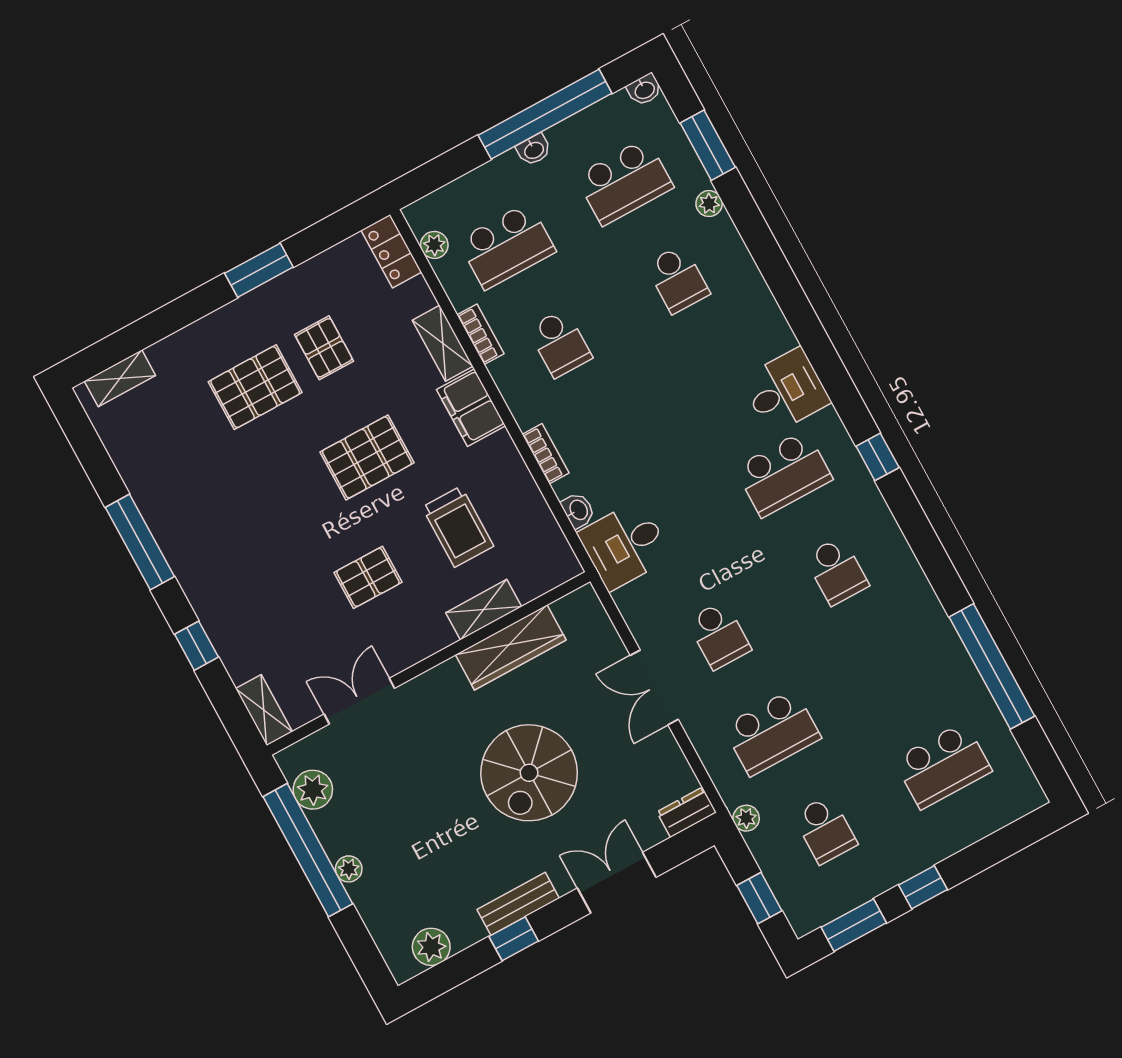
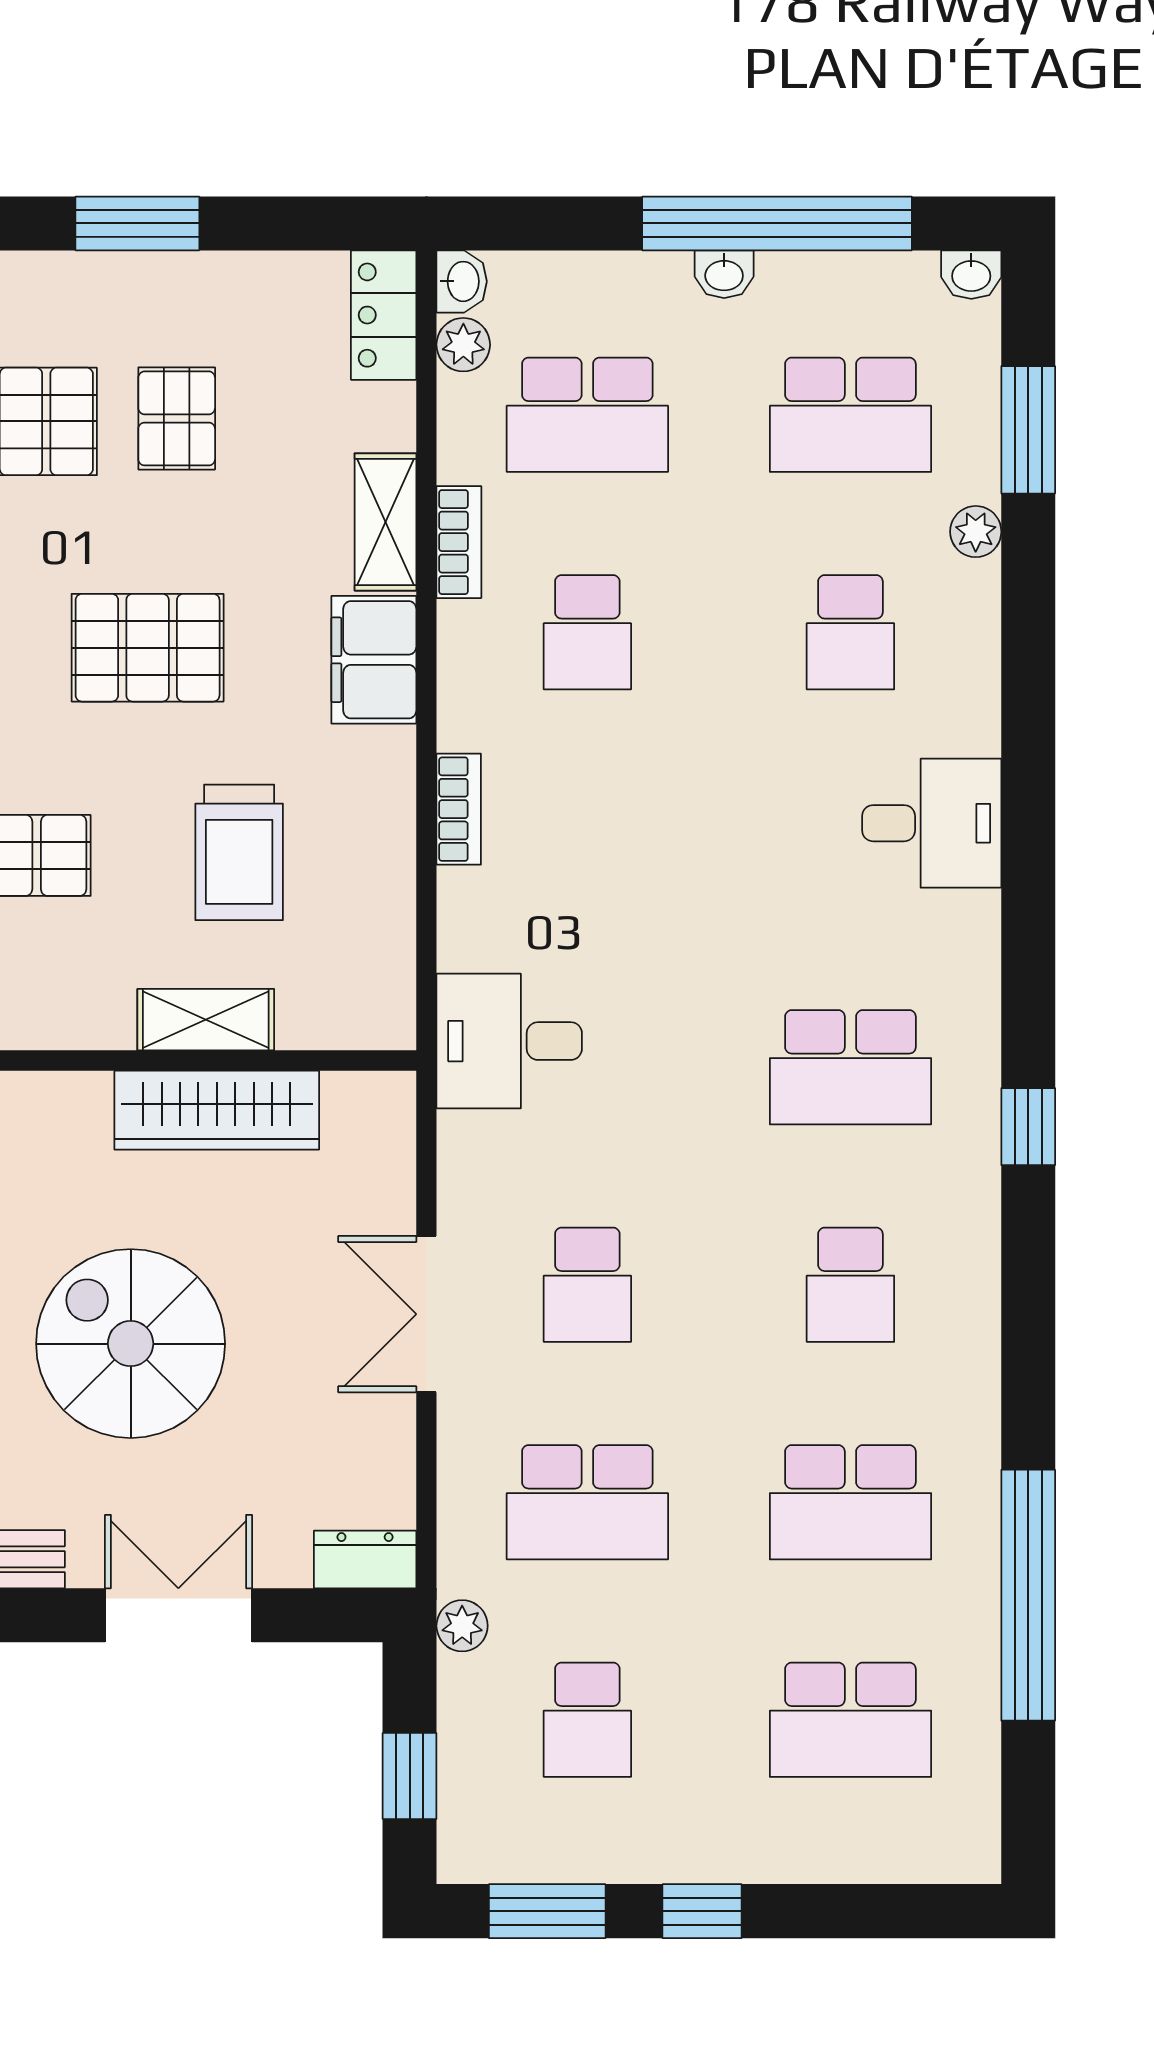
desk: (786, 391) -> (932, 823), moved
washbasin: (578, 510) -> (462, 281), moved
school desk: (890, 668) -> (850, 1502), added
spiral stairs: (529, 773) -> (131, 1344), turned 90

